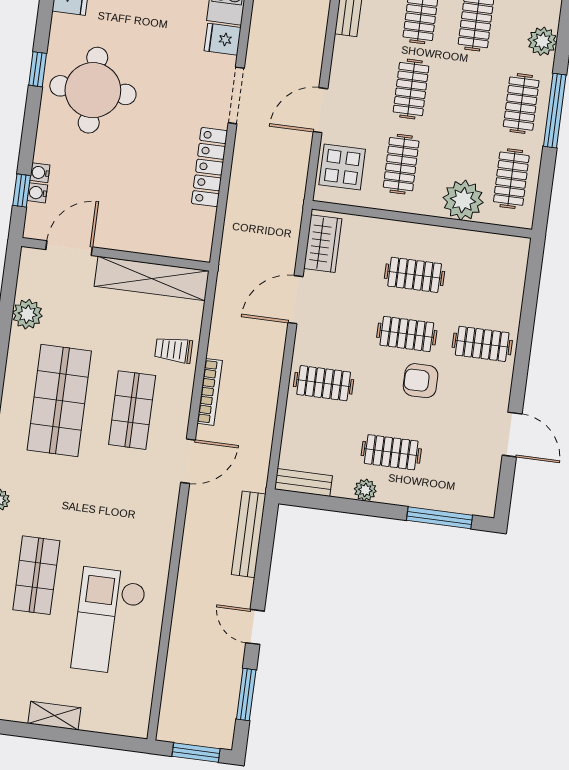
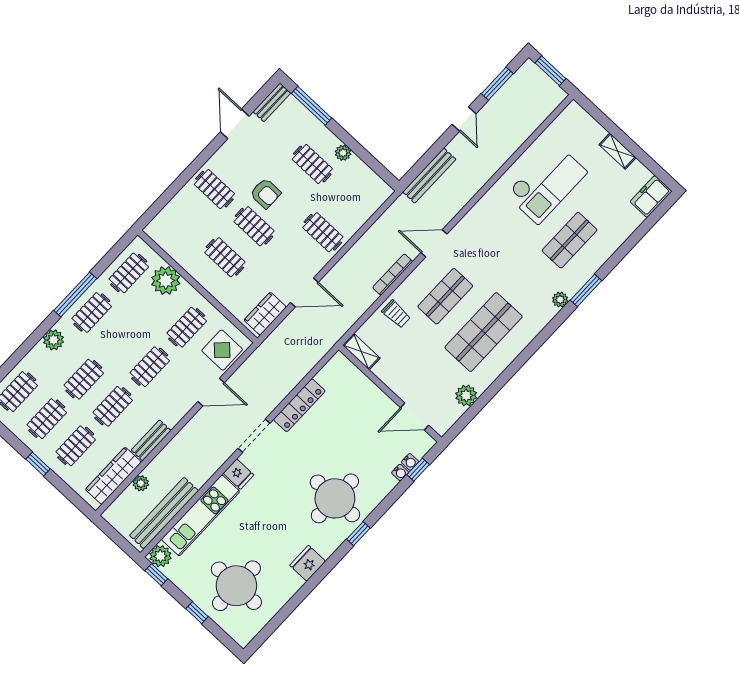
shelving: (152, 279) -> (361, 352), width x0.45, depth x0.75
bench: (303, 483) -> (272, 102), moved, turned 90

